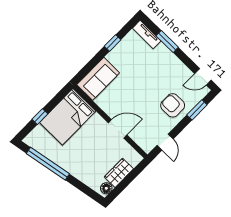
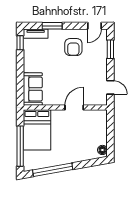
window: (113, 43) -> (20, 43), moved
armchair: (173, 105) -> (73, 47), moved, turned -90
window: (40, 117) -> (20, 146), width x3.17
wardrobe: (119, 173) -> (101, 133), removed

